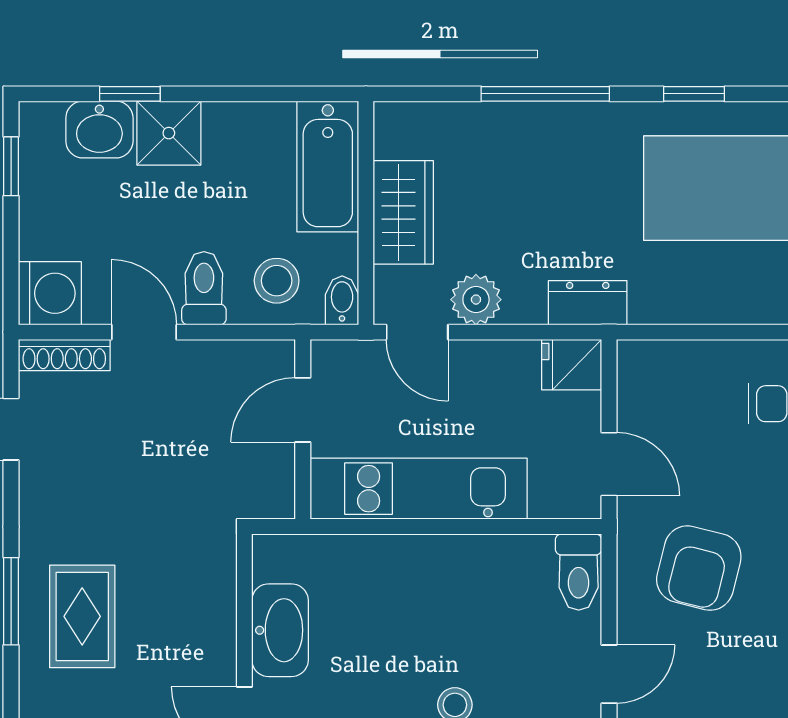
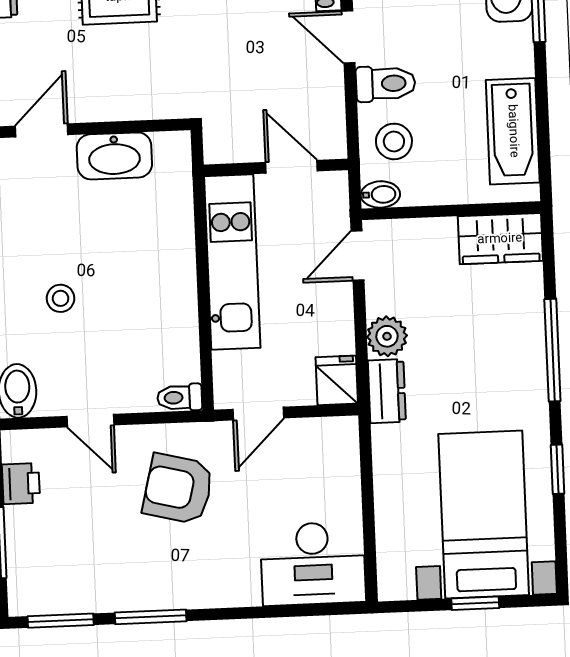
shower: (169, 133) -> (508, 50), removed
bathtub: (328, 167) -> (513, 131), moved, turned -90
wardrobe: (403, 212) -> (500, 239), moved
plant: (476, 300) -> (387, 336), moved
door: (144, 332) -> (348, 37), swing flipped
toilet: (579, 572) -> (180, 397), width x0.73, depth x0.72

